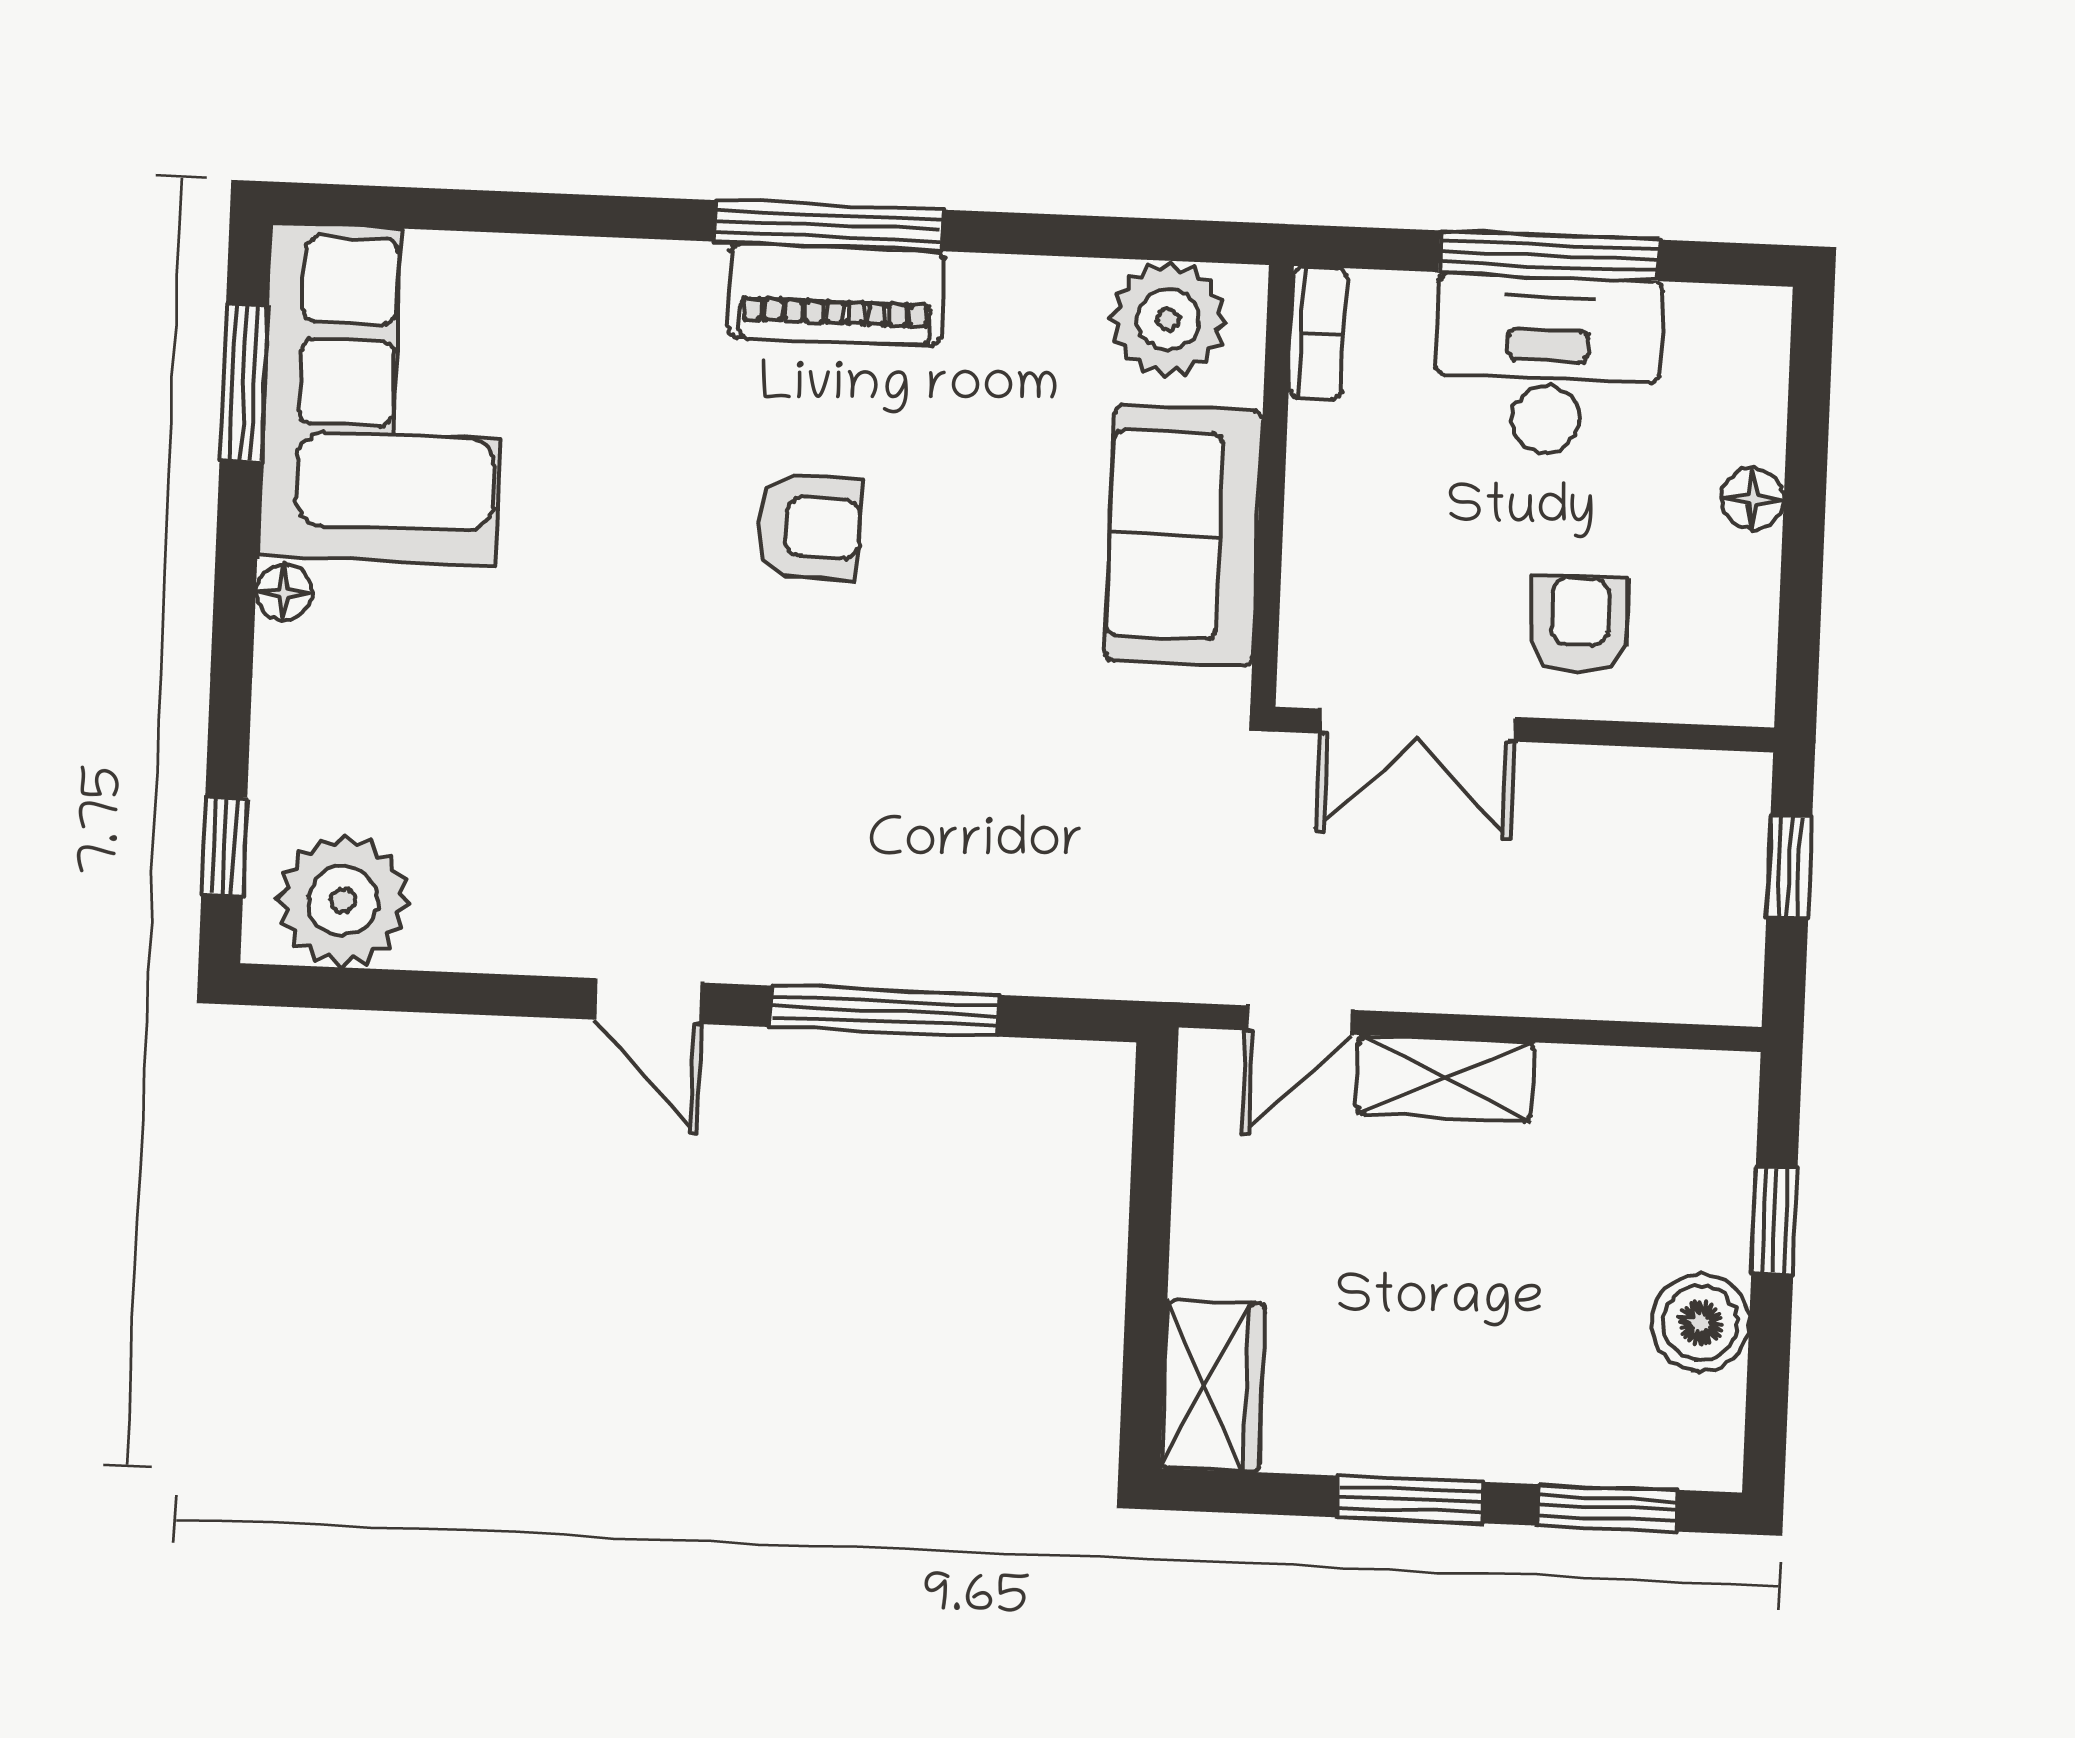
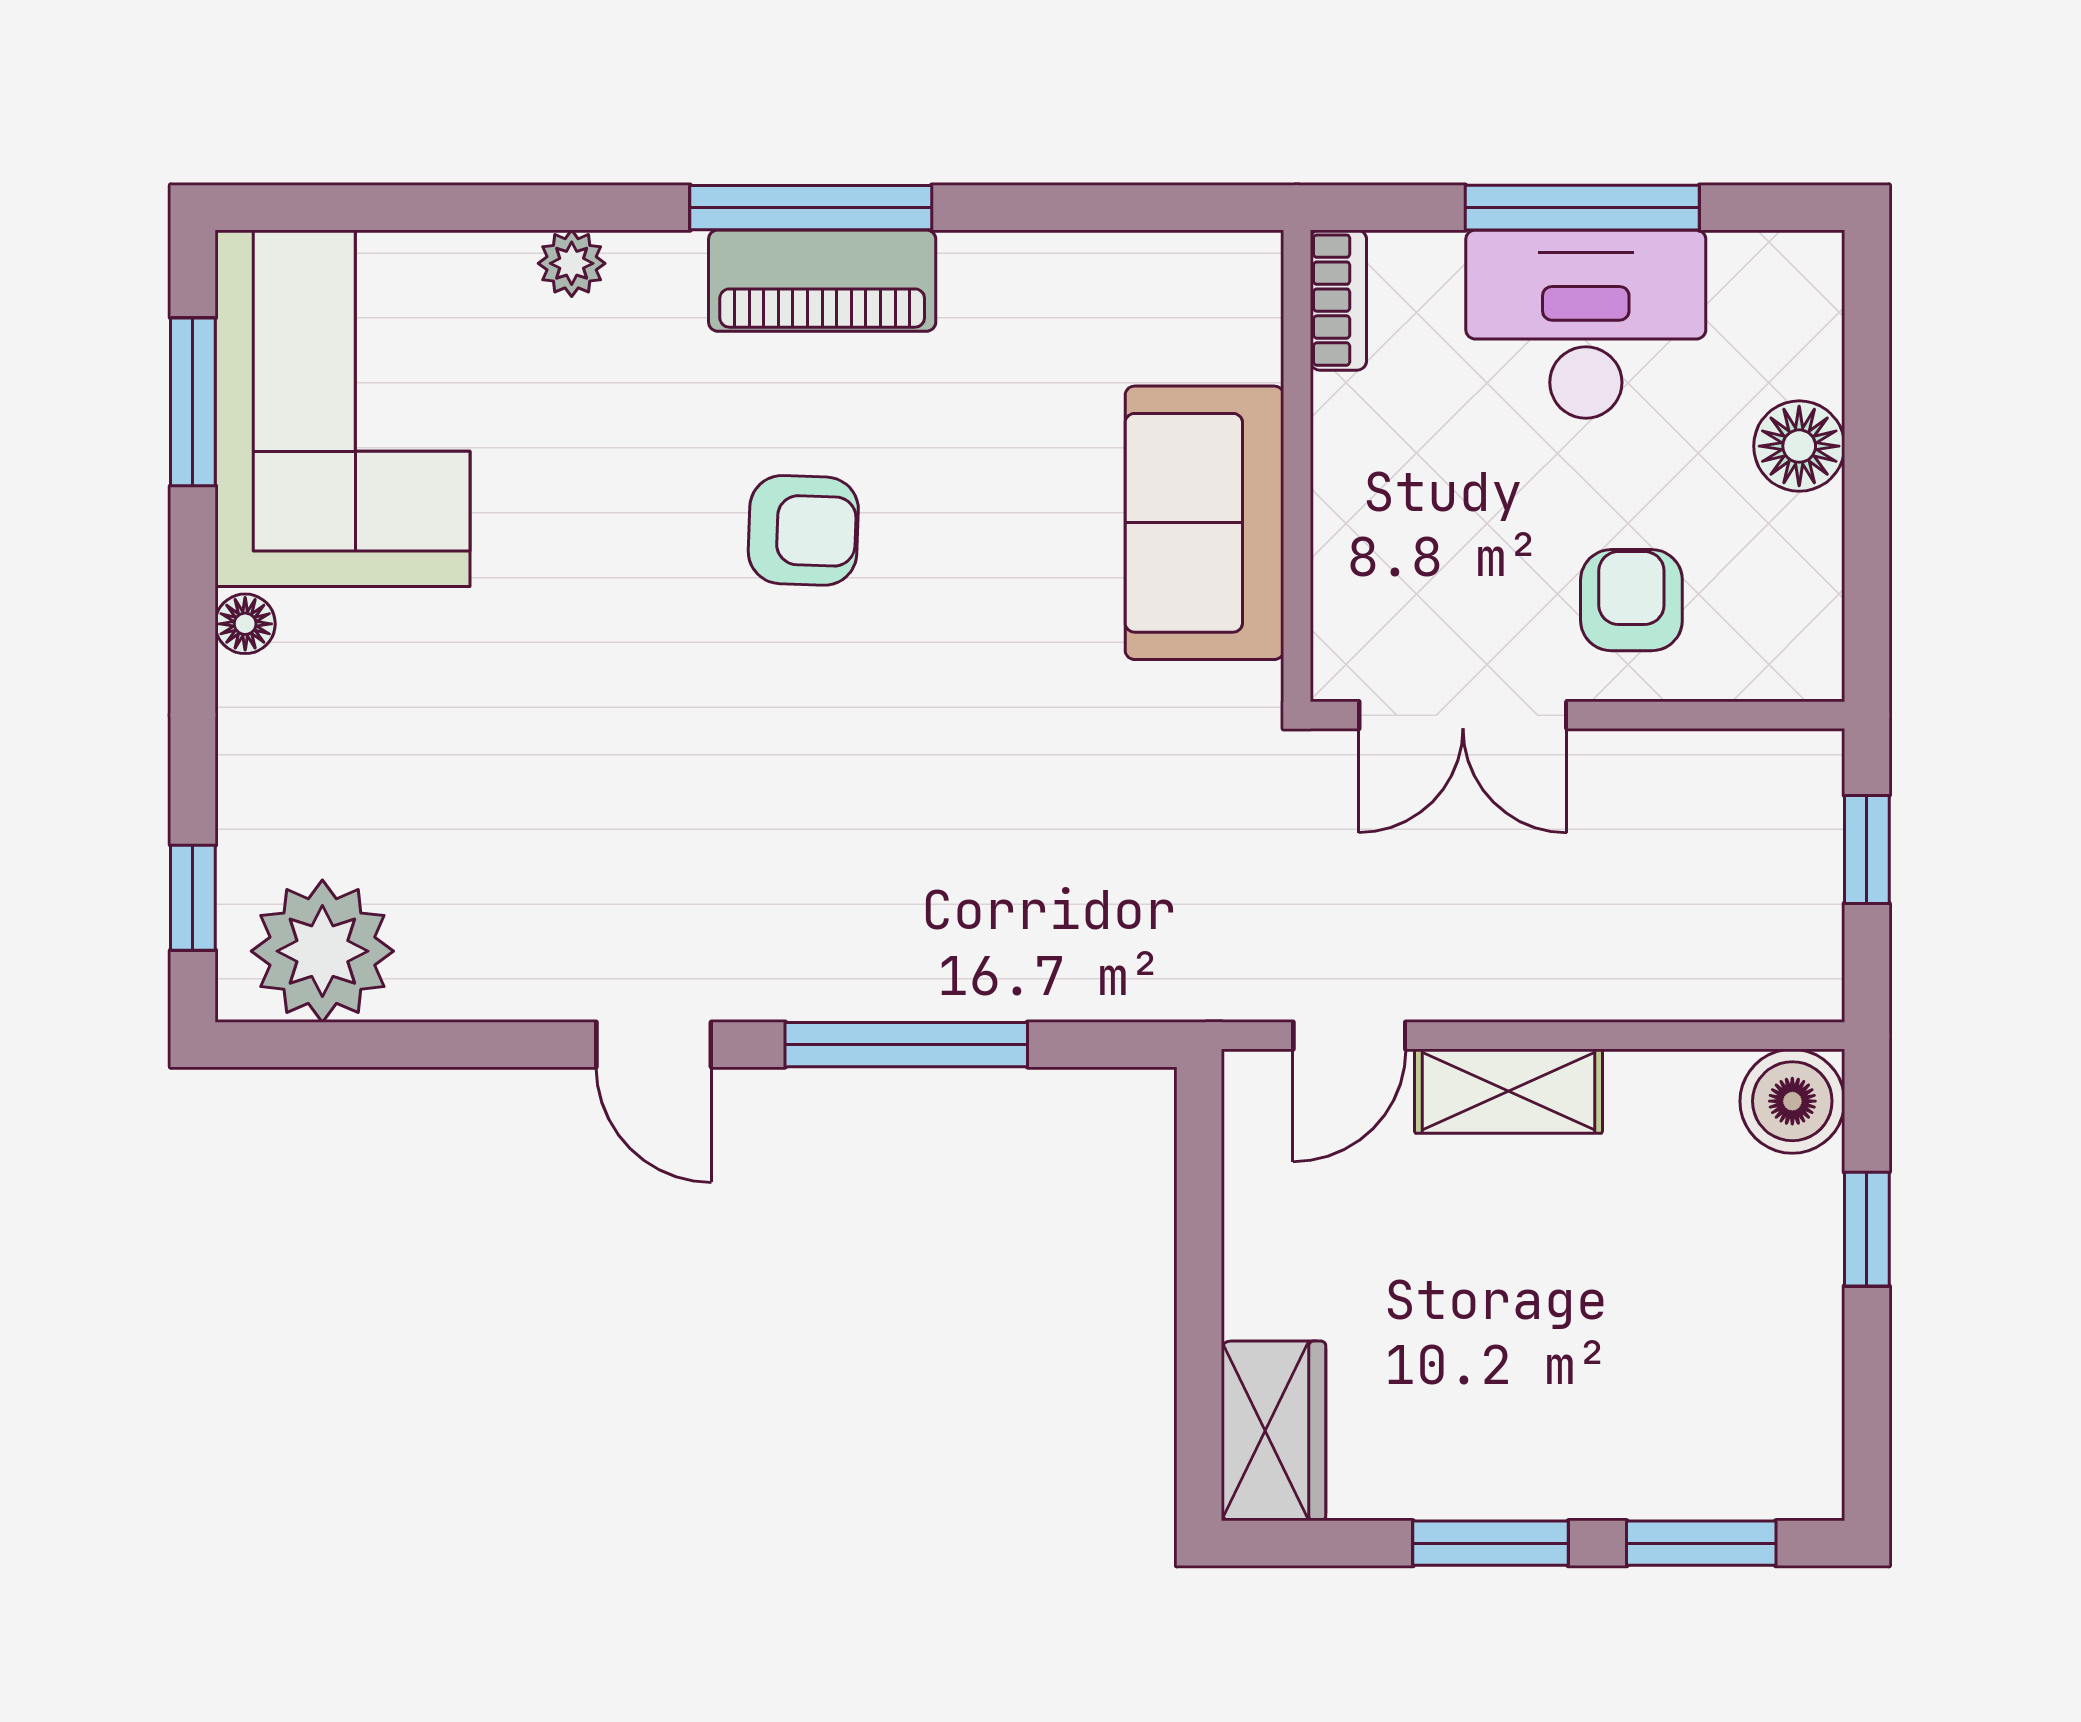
plant: (1168, 319) -> (572, 263), moved, width x0.53, depth x0.53
floor lamp: (1753, 499) -> (1799, 446), width x1.37, depth x1.37
boiler: (1701, 1323) -> (1792, 1101), moved

